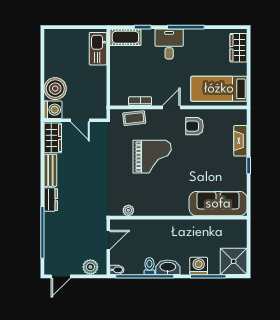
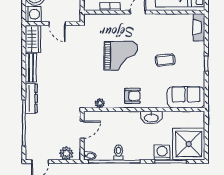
coffee table: (134, 118) -> (165, 60), moved
armchair: (195, 126) -> (132, 96), moved, turned 180
fireplace: (240, 141) -> (199, 27), moved
dresser: (51, 200) -> (31, 98), width x1.44
sofa: (218, 204) -> (186, 97), width x0.73
shower: (234, 261) -> (189, 144), width x1.37, depth x1.37
washbasin: (168, 267) -> (151, 118), moved, turned 180

